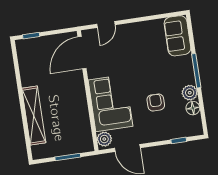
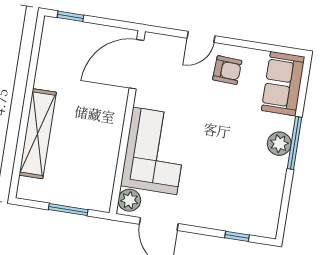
door: (106, 24) -> (201, 37), moved
plant: (190, 93) -> (279, 144), moved
armchair: (156, 102) -> (227, 70), moved, turned 93
floor lamp: (193, 108) -> (272, 196), removed

